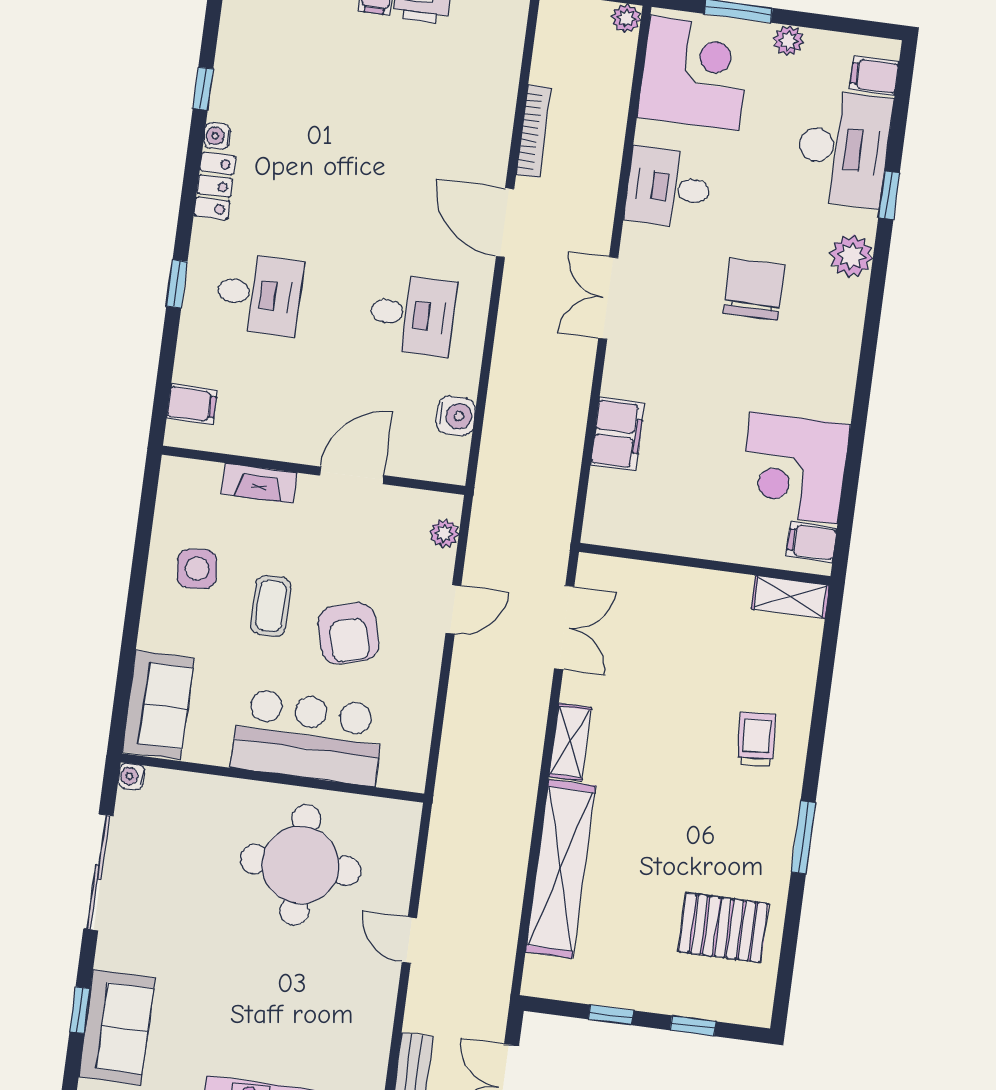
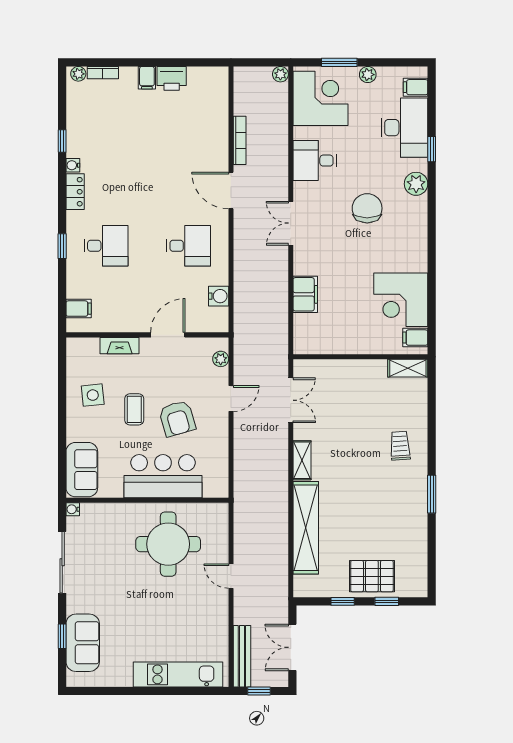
pallet: (723, 928) -> (372, 576), moved

